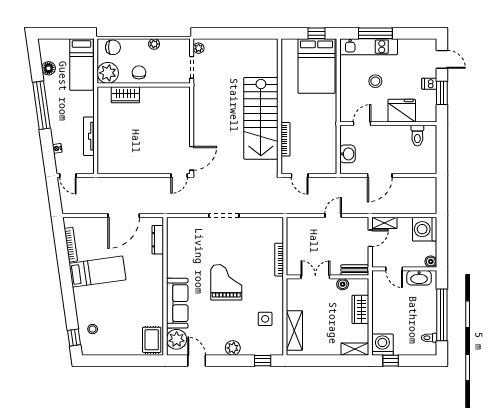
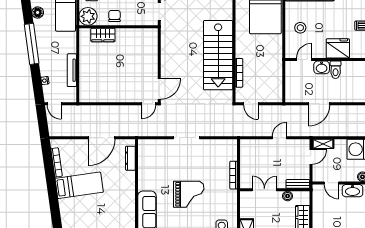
stool: (375, 81) -> (300, 28), moved
toilet: (417, 136) -> (336, 70), moved
washbasin: (347, 154) -> (322, 67), moved, turned 90
grand piano: (226, 282) -> (189, 194), turned 90

